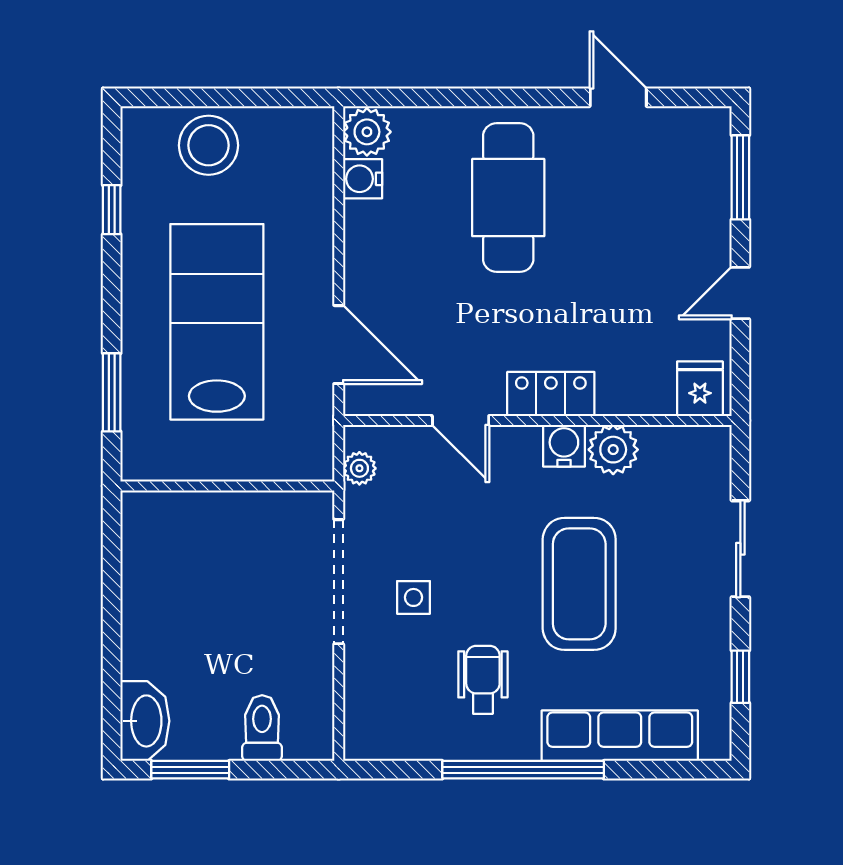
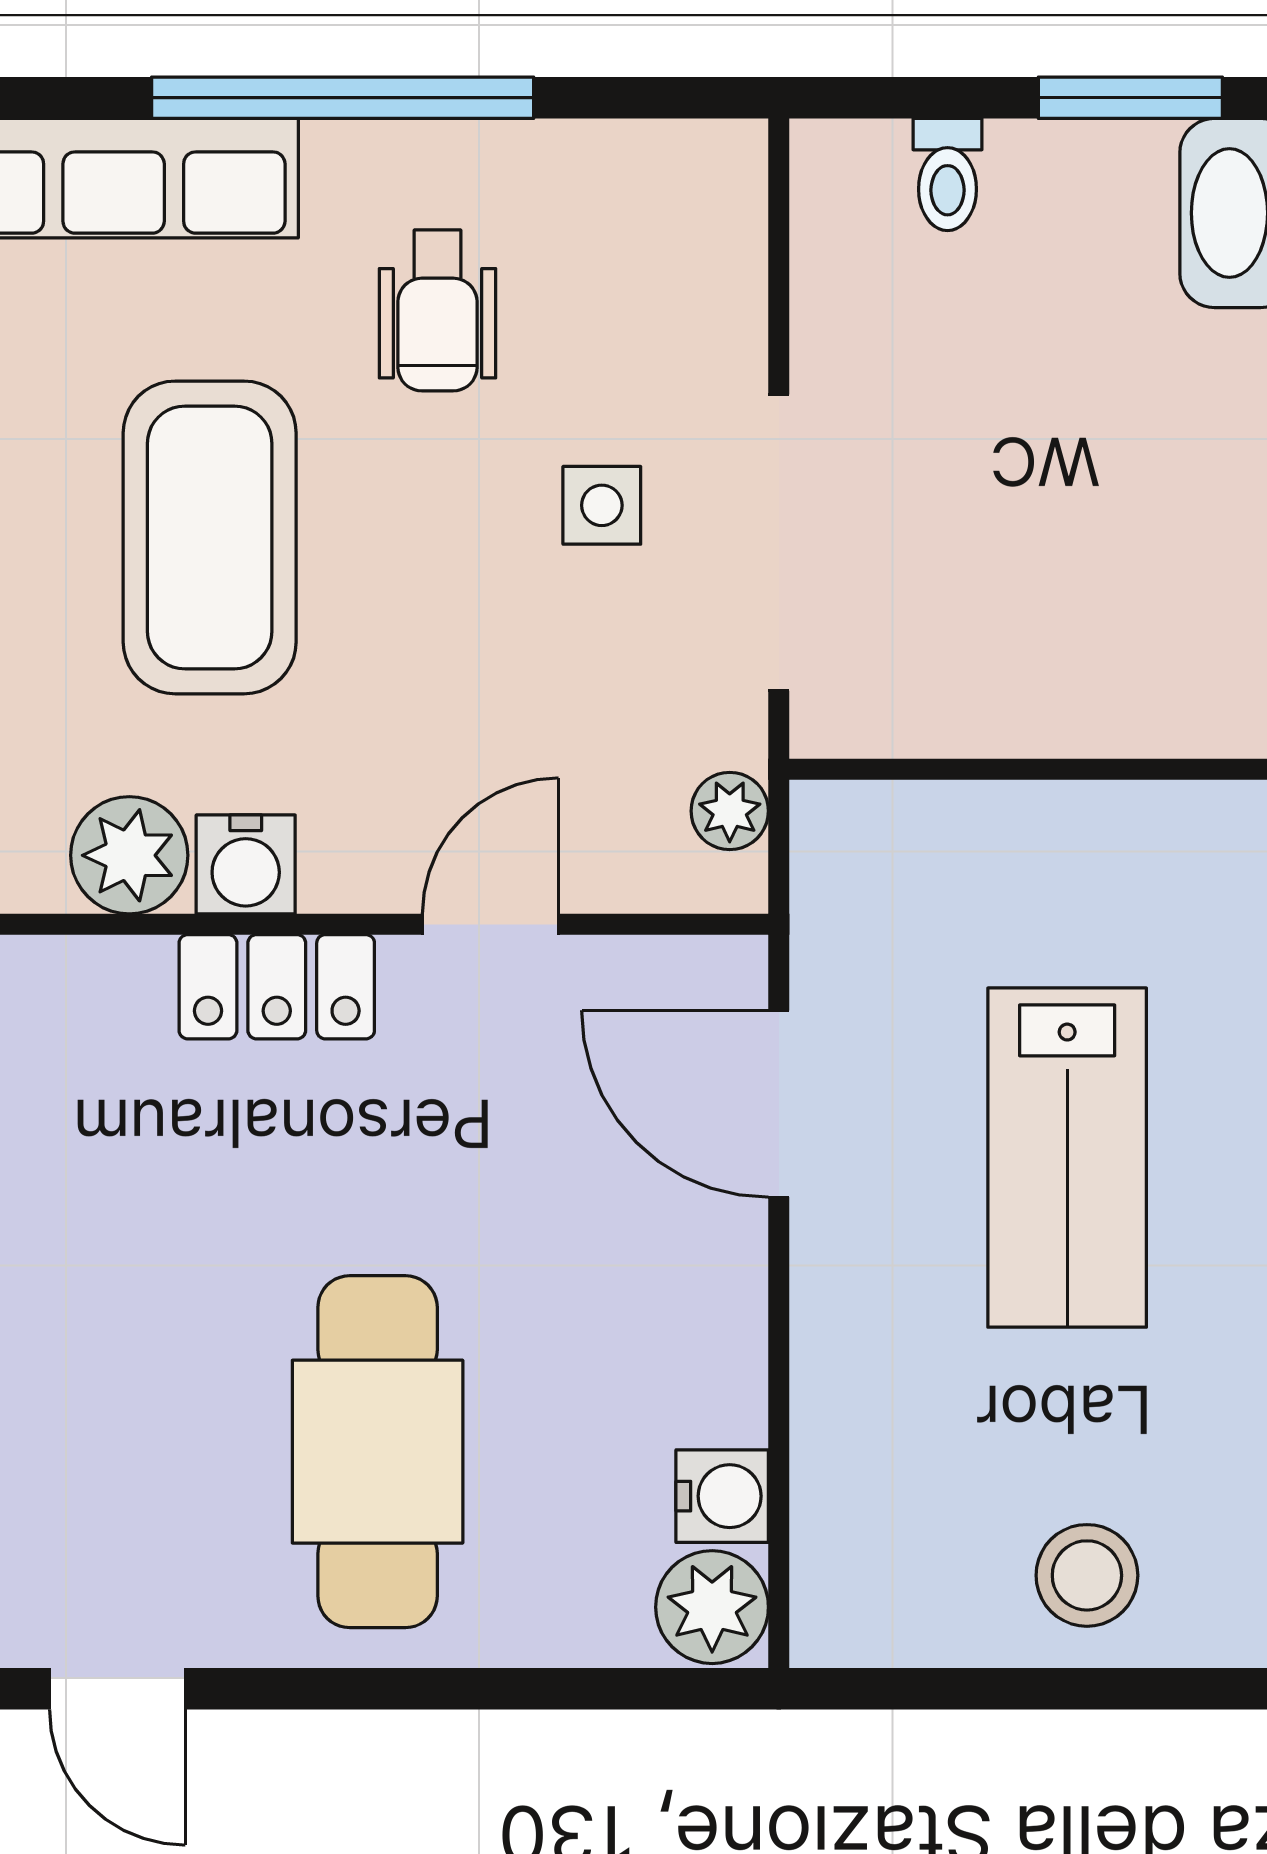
stool: (209, 145) -> (1087, 1575), width x0.73, depth x0.73
lab bench: (217, 322) -> (1067, 1158), width x0.73, depth x0.72
door: (461, 420) -> (490, 924), hinge flipped
toilet: (262, 728) -> (948, 175), width x0.73, depth x0.72

